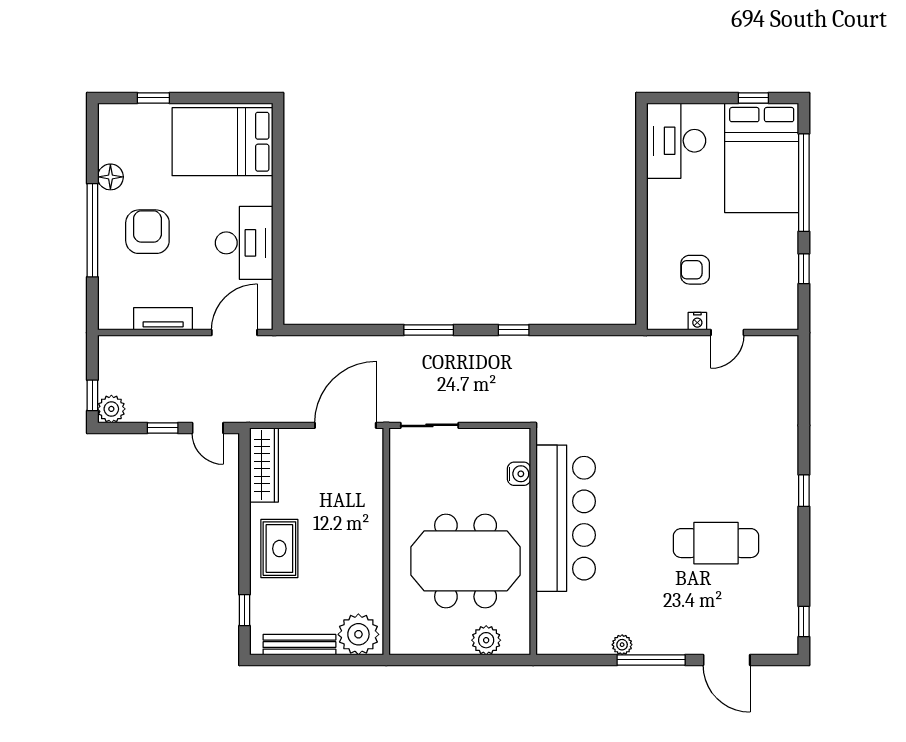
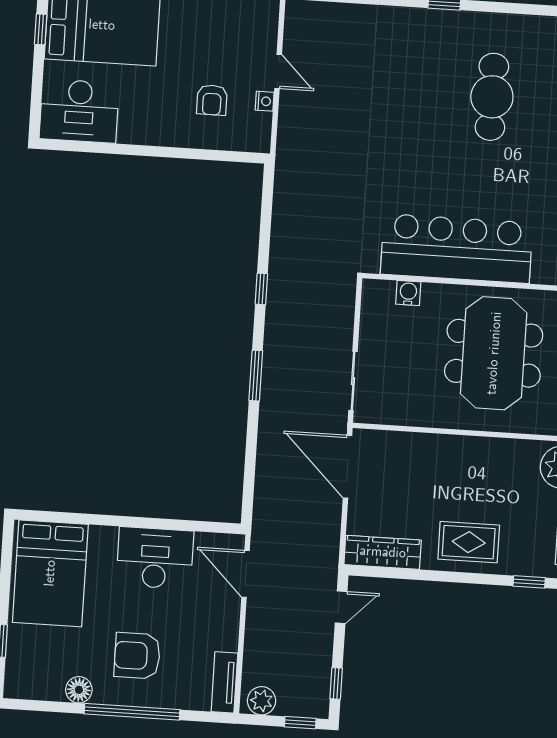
tv unit: (163, 319) -> (224, 682), moved
plant: (111, 409) -> (262, 701), moved
window: (163, 428) -> (336, 683), moved

